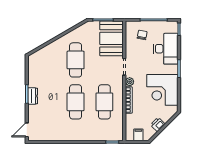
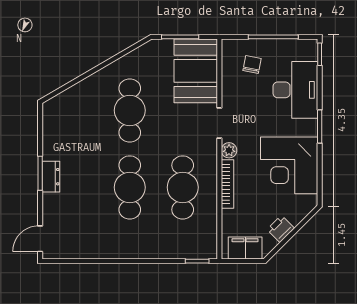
filing cabinet: (138, 135) -> (245, 248), width x2.00

